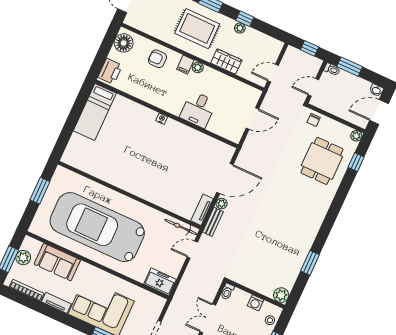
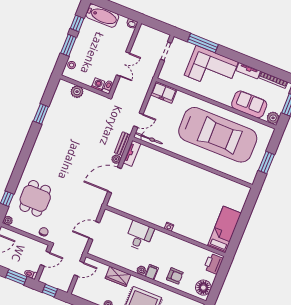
plant: (23, 258) -> (273, 118), moved
plant: (281, 295) -> (77, 92), moved
washing machine: (255, 303) -> (98, 84), moved

